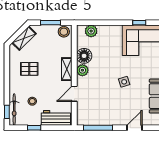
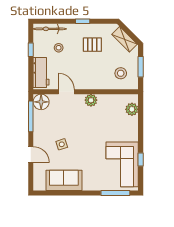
stool: (64, 32) -> (121, 73), moved
floor lamp: (84, 56) -> (41, 102), moved
pallet: (29, 69) -> (92, 45), turned 90
shelving: (67, 69) -> (92, 84), removed
side table: (124, 82) -> (62, 144), moved
window: (7, 112) -> (83, 21), moved

